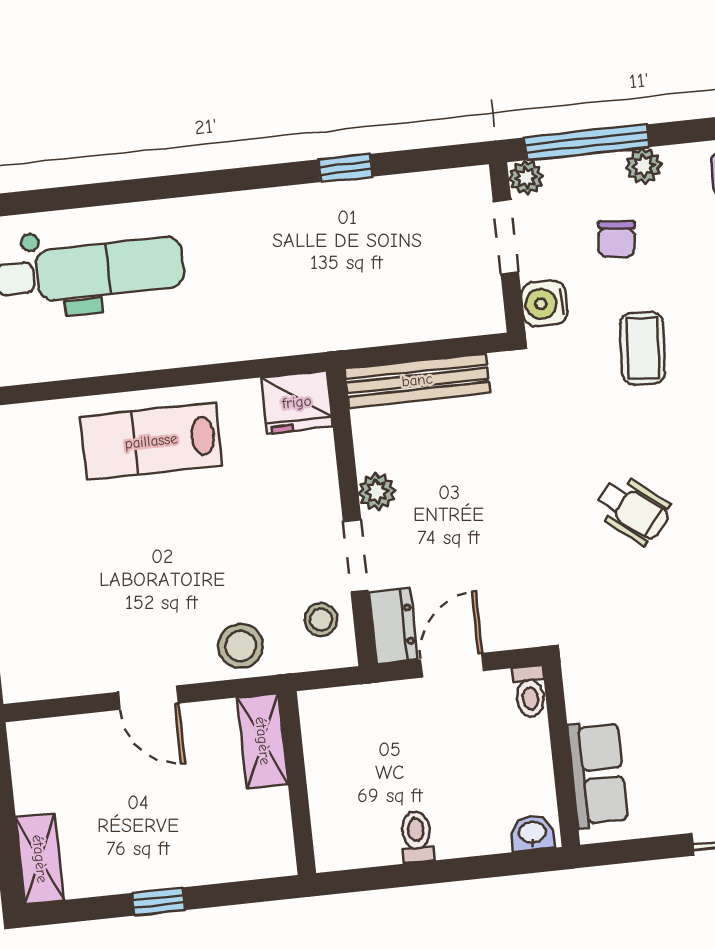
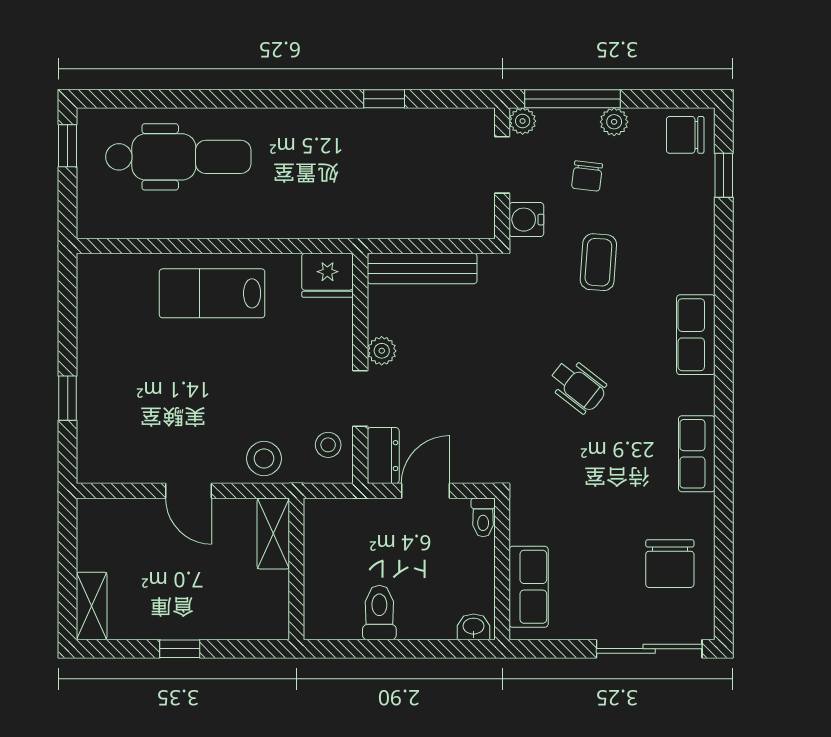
toilet: (417, 837) -> (379, 612), width x1.37, depth x1.39

